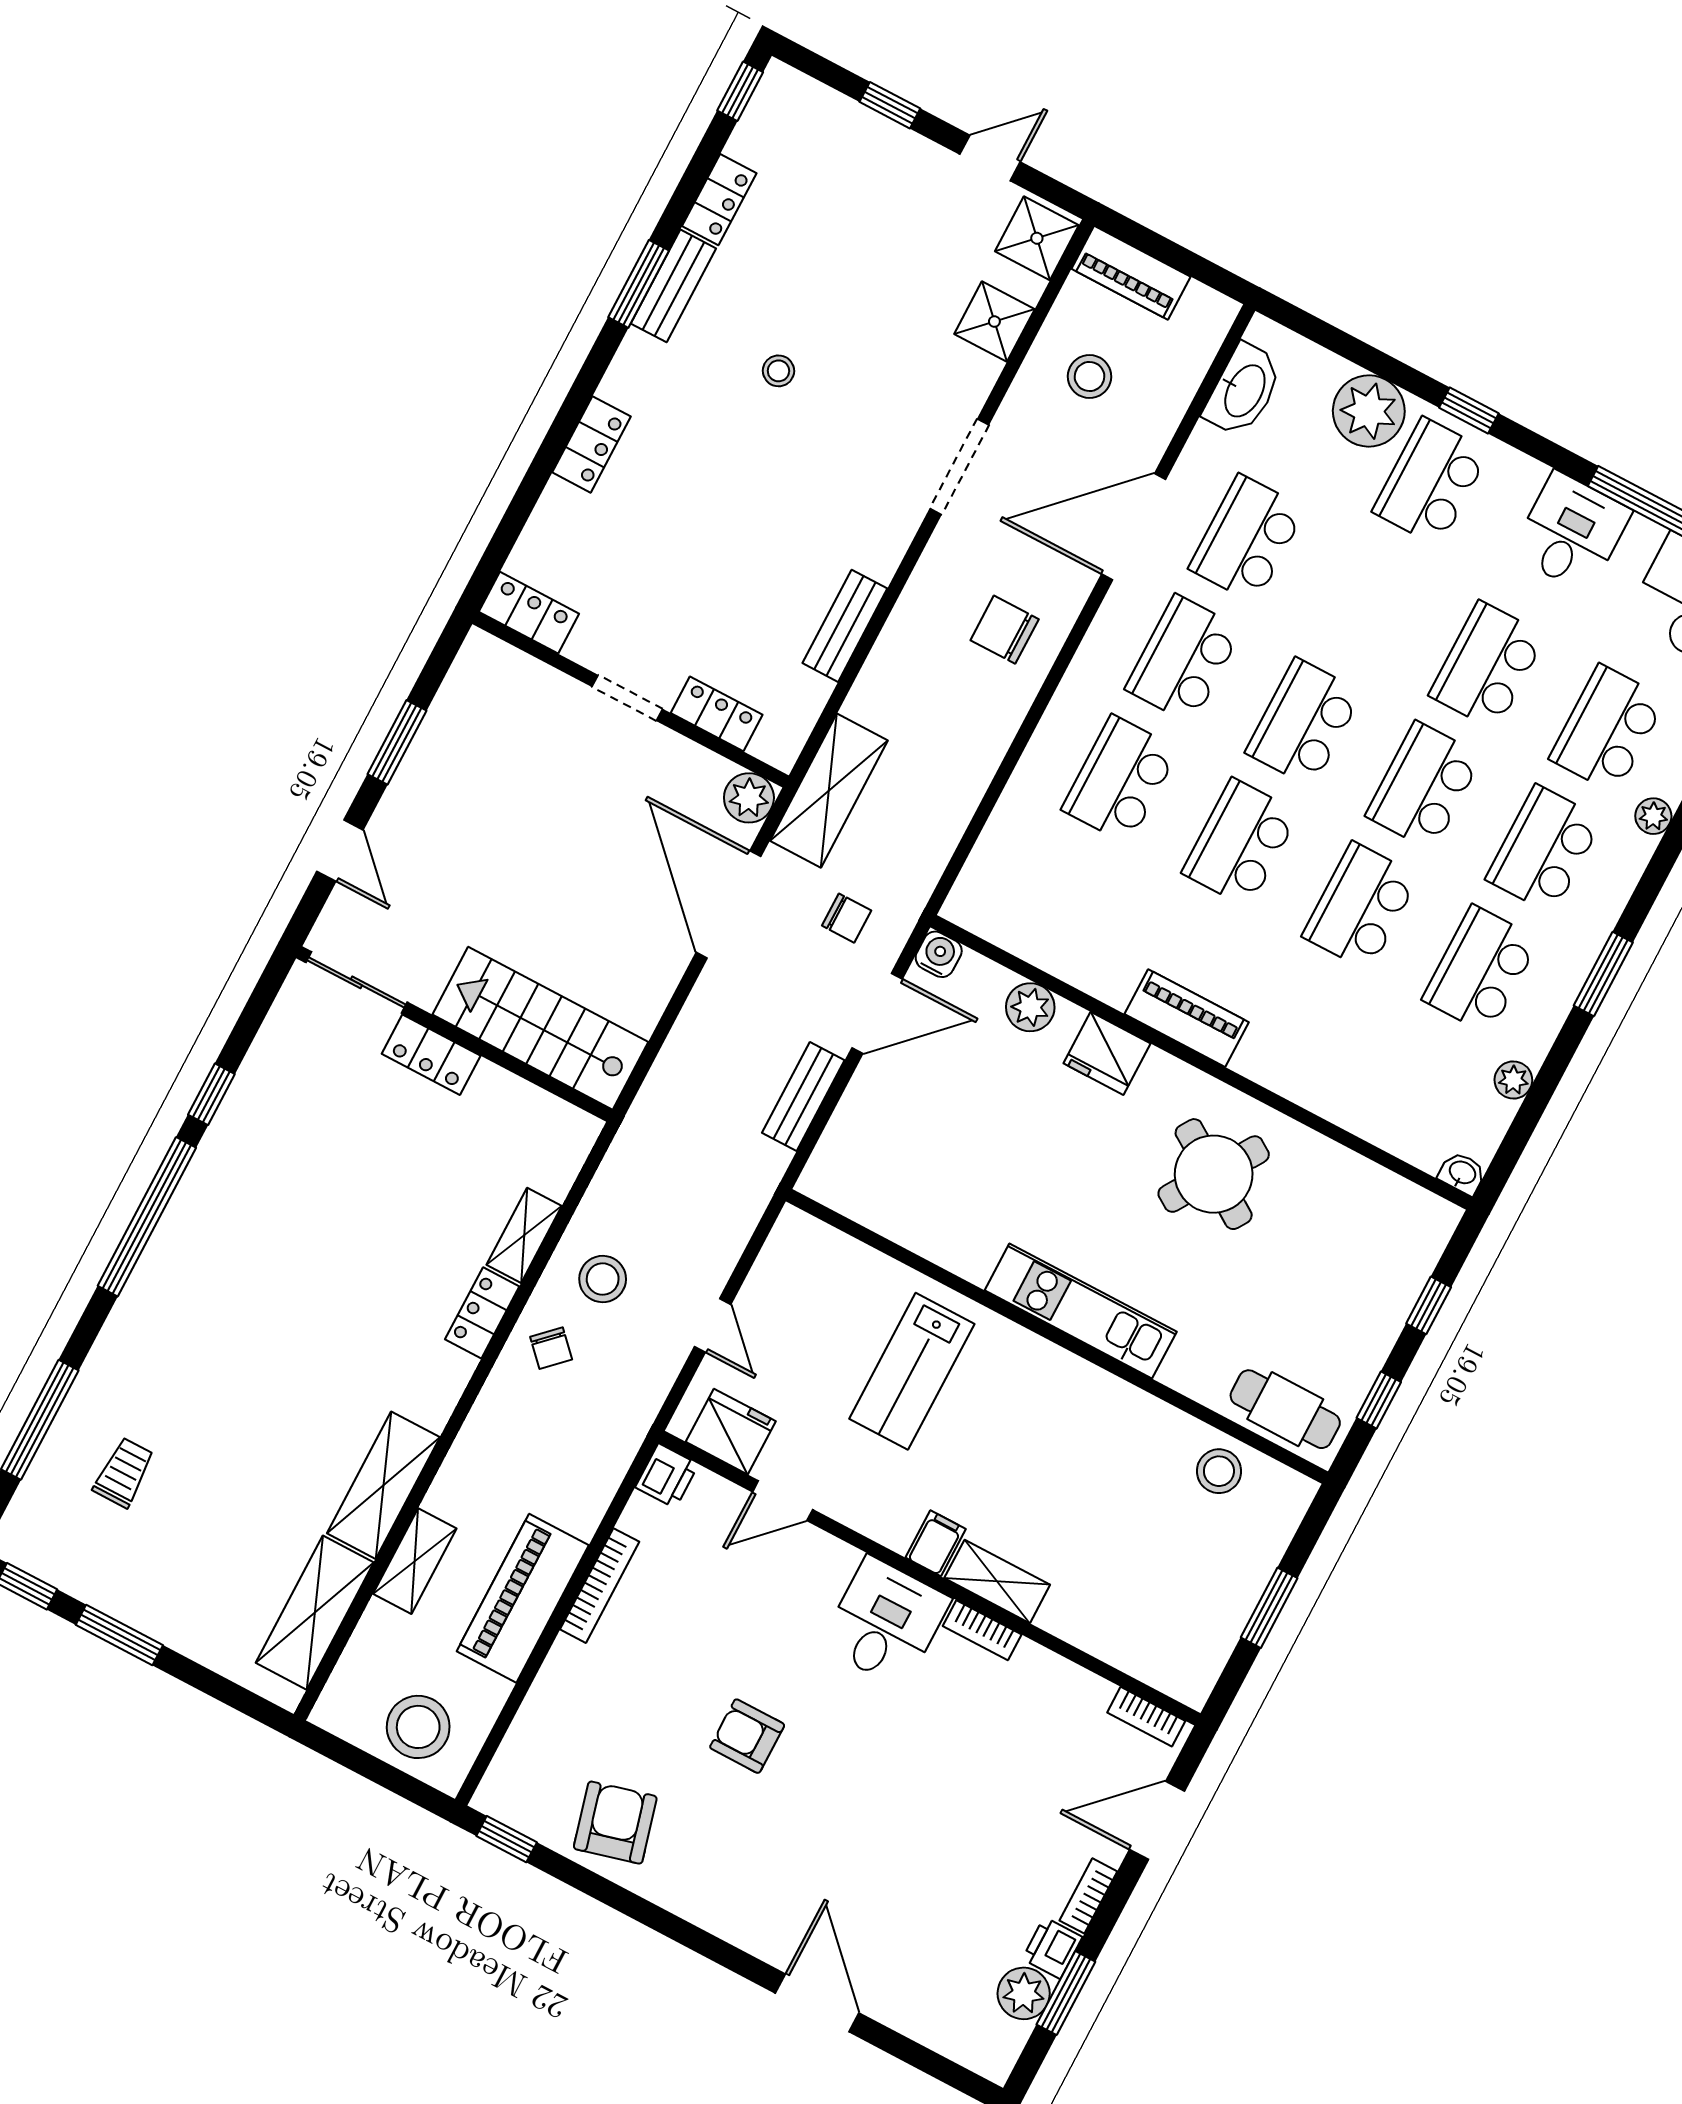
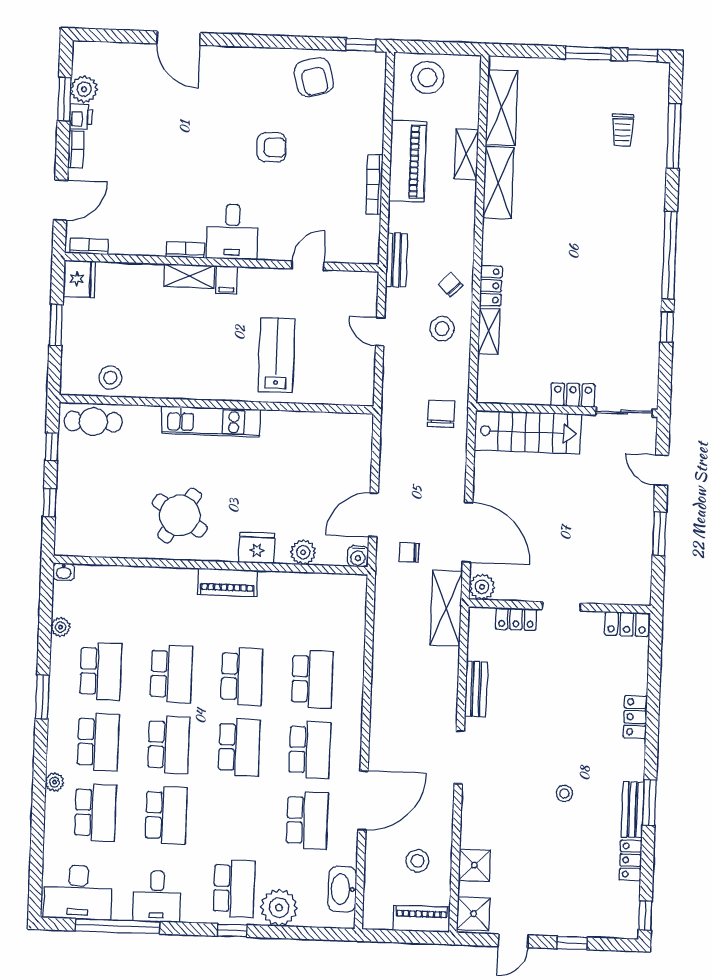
doorway: (959, 467) -> (459, 757), moved
chair: (1005, 630) -> (441, 414), moved, turned -90
bench: (803, 1097) -> (397, 260), moved
fridge: (731, 1432) -> (79, 279), moved, turned -90
printer: (667, 1476) -> (368, 251), removed

